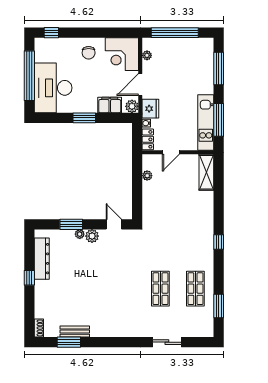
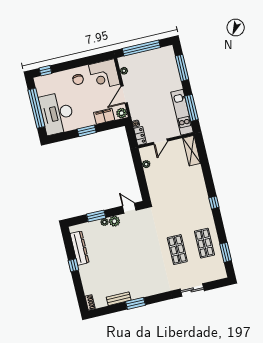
fridge: (150, 109) -> (136, 111), removed
window: (69, 342) -> (135, 303), moved

